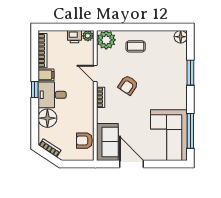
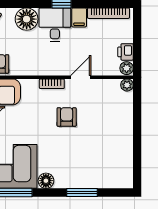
floor lamp: (181, 37) -> (46, 181), moved
plant: (106, 40) -> (127, 85), width x0.53, depth x0.53
coffee table: (136, 46) -> (114, 126), removed
armchair: (128, 85) -> (67, 117), turned 56

